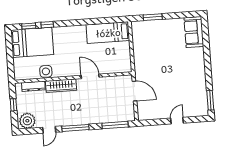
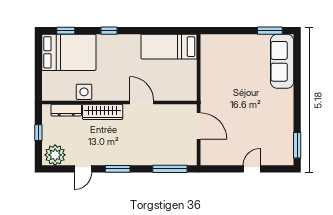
window: (153, 17) -> (270, 31), moved
window: (47, 25) -> (109, 31), moved
sofa: (194, 32) -> (282, 61), width x1.36
window: (75, 128) -> (118, 169), width x0.69

